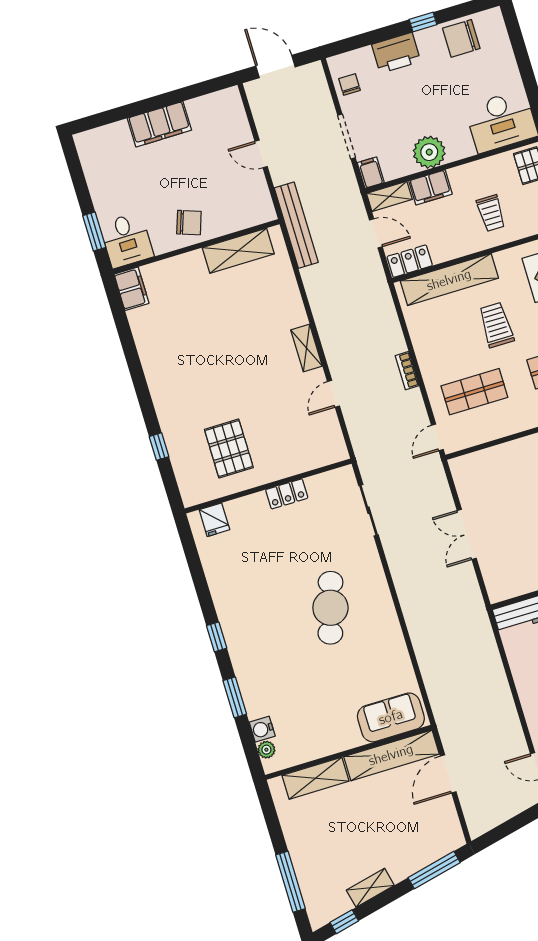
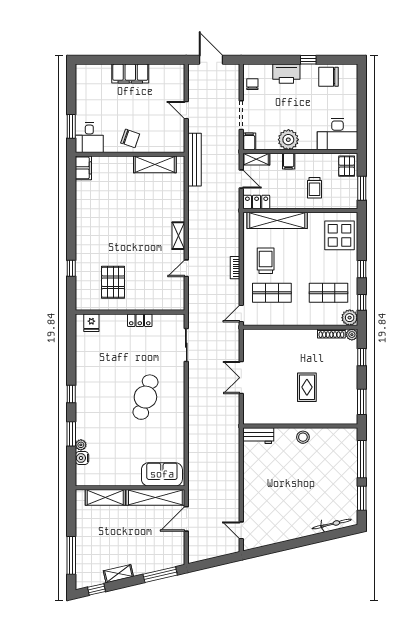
filing cabinet: (430, 187) -> (289, 161), width x0.50
trolley: (496, 325) -> (266, 261), moved
plant: (266, 750) -> (81, 445), moved

